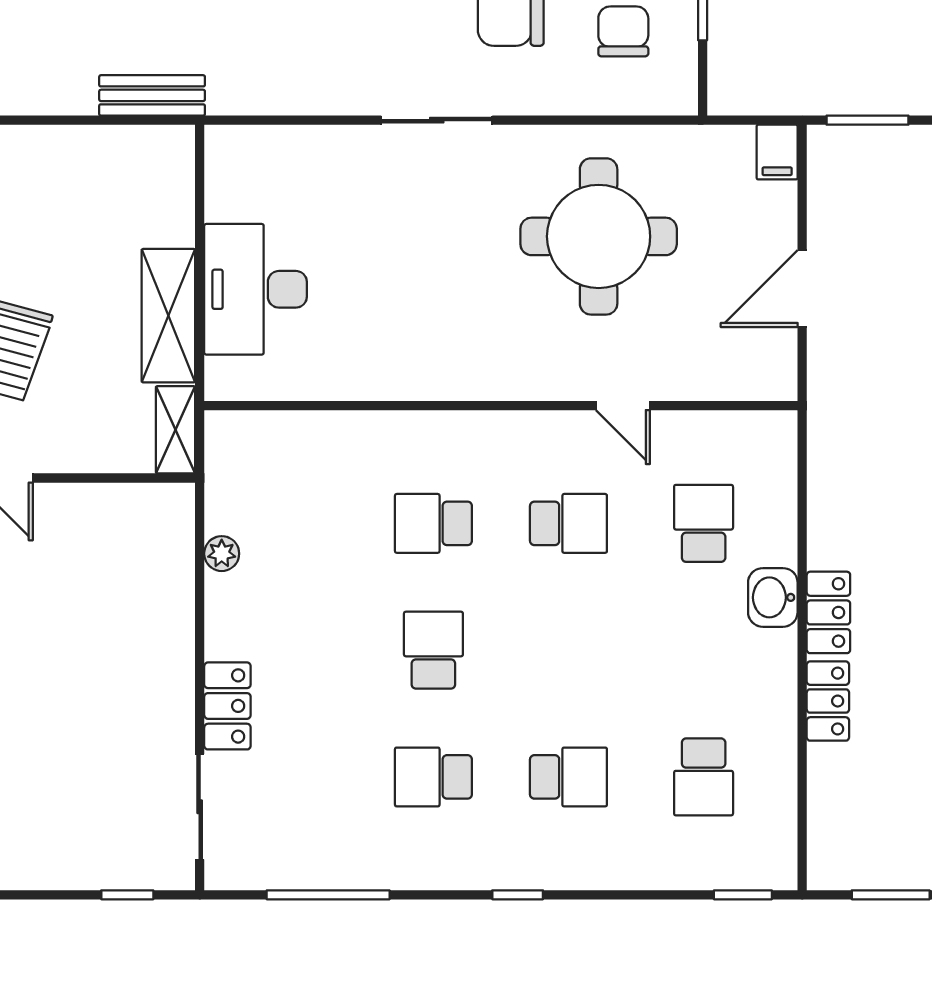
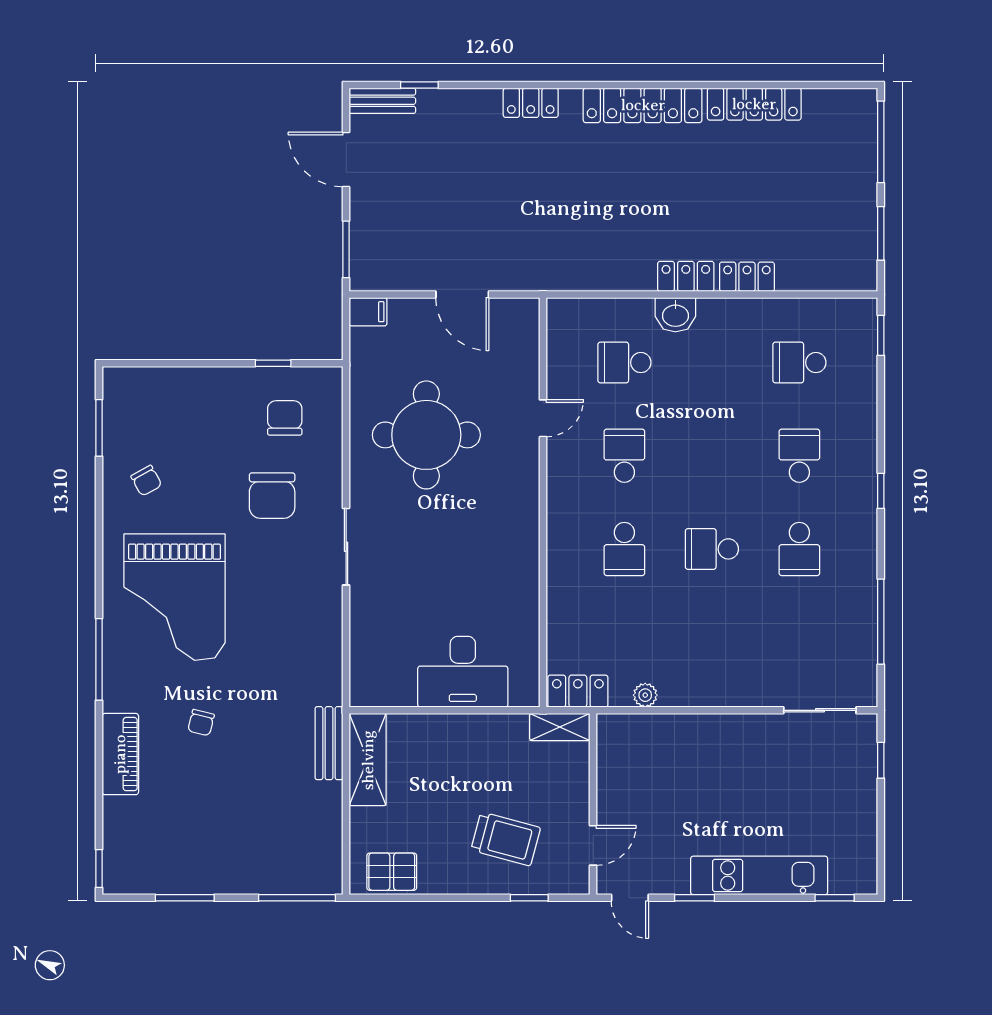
chair: (623, 31) -> (285, 418), turned 90
shelving: (168, 316) -> (368, 760), moved, turned 90
locker: (227, 706) -> (578, 691), moved
school desk: (704, 777) -> (799, 363), turned 180

